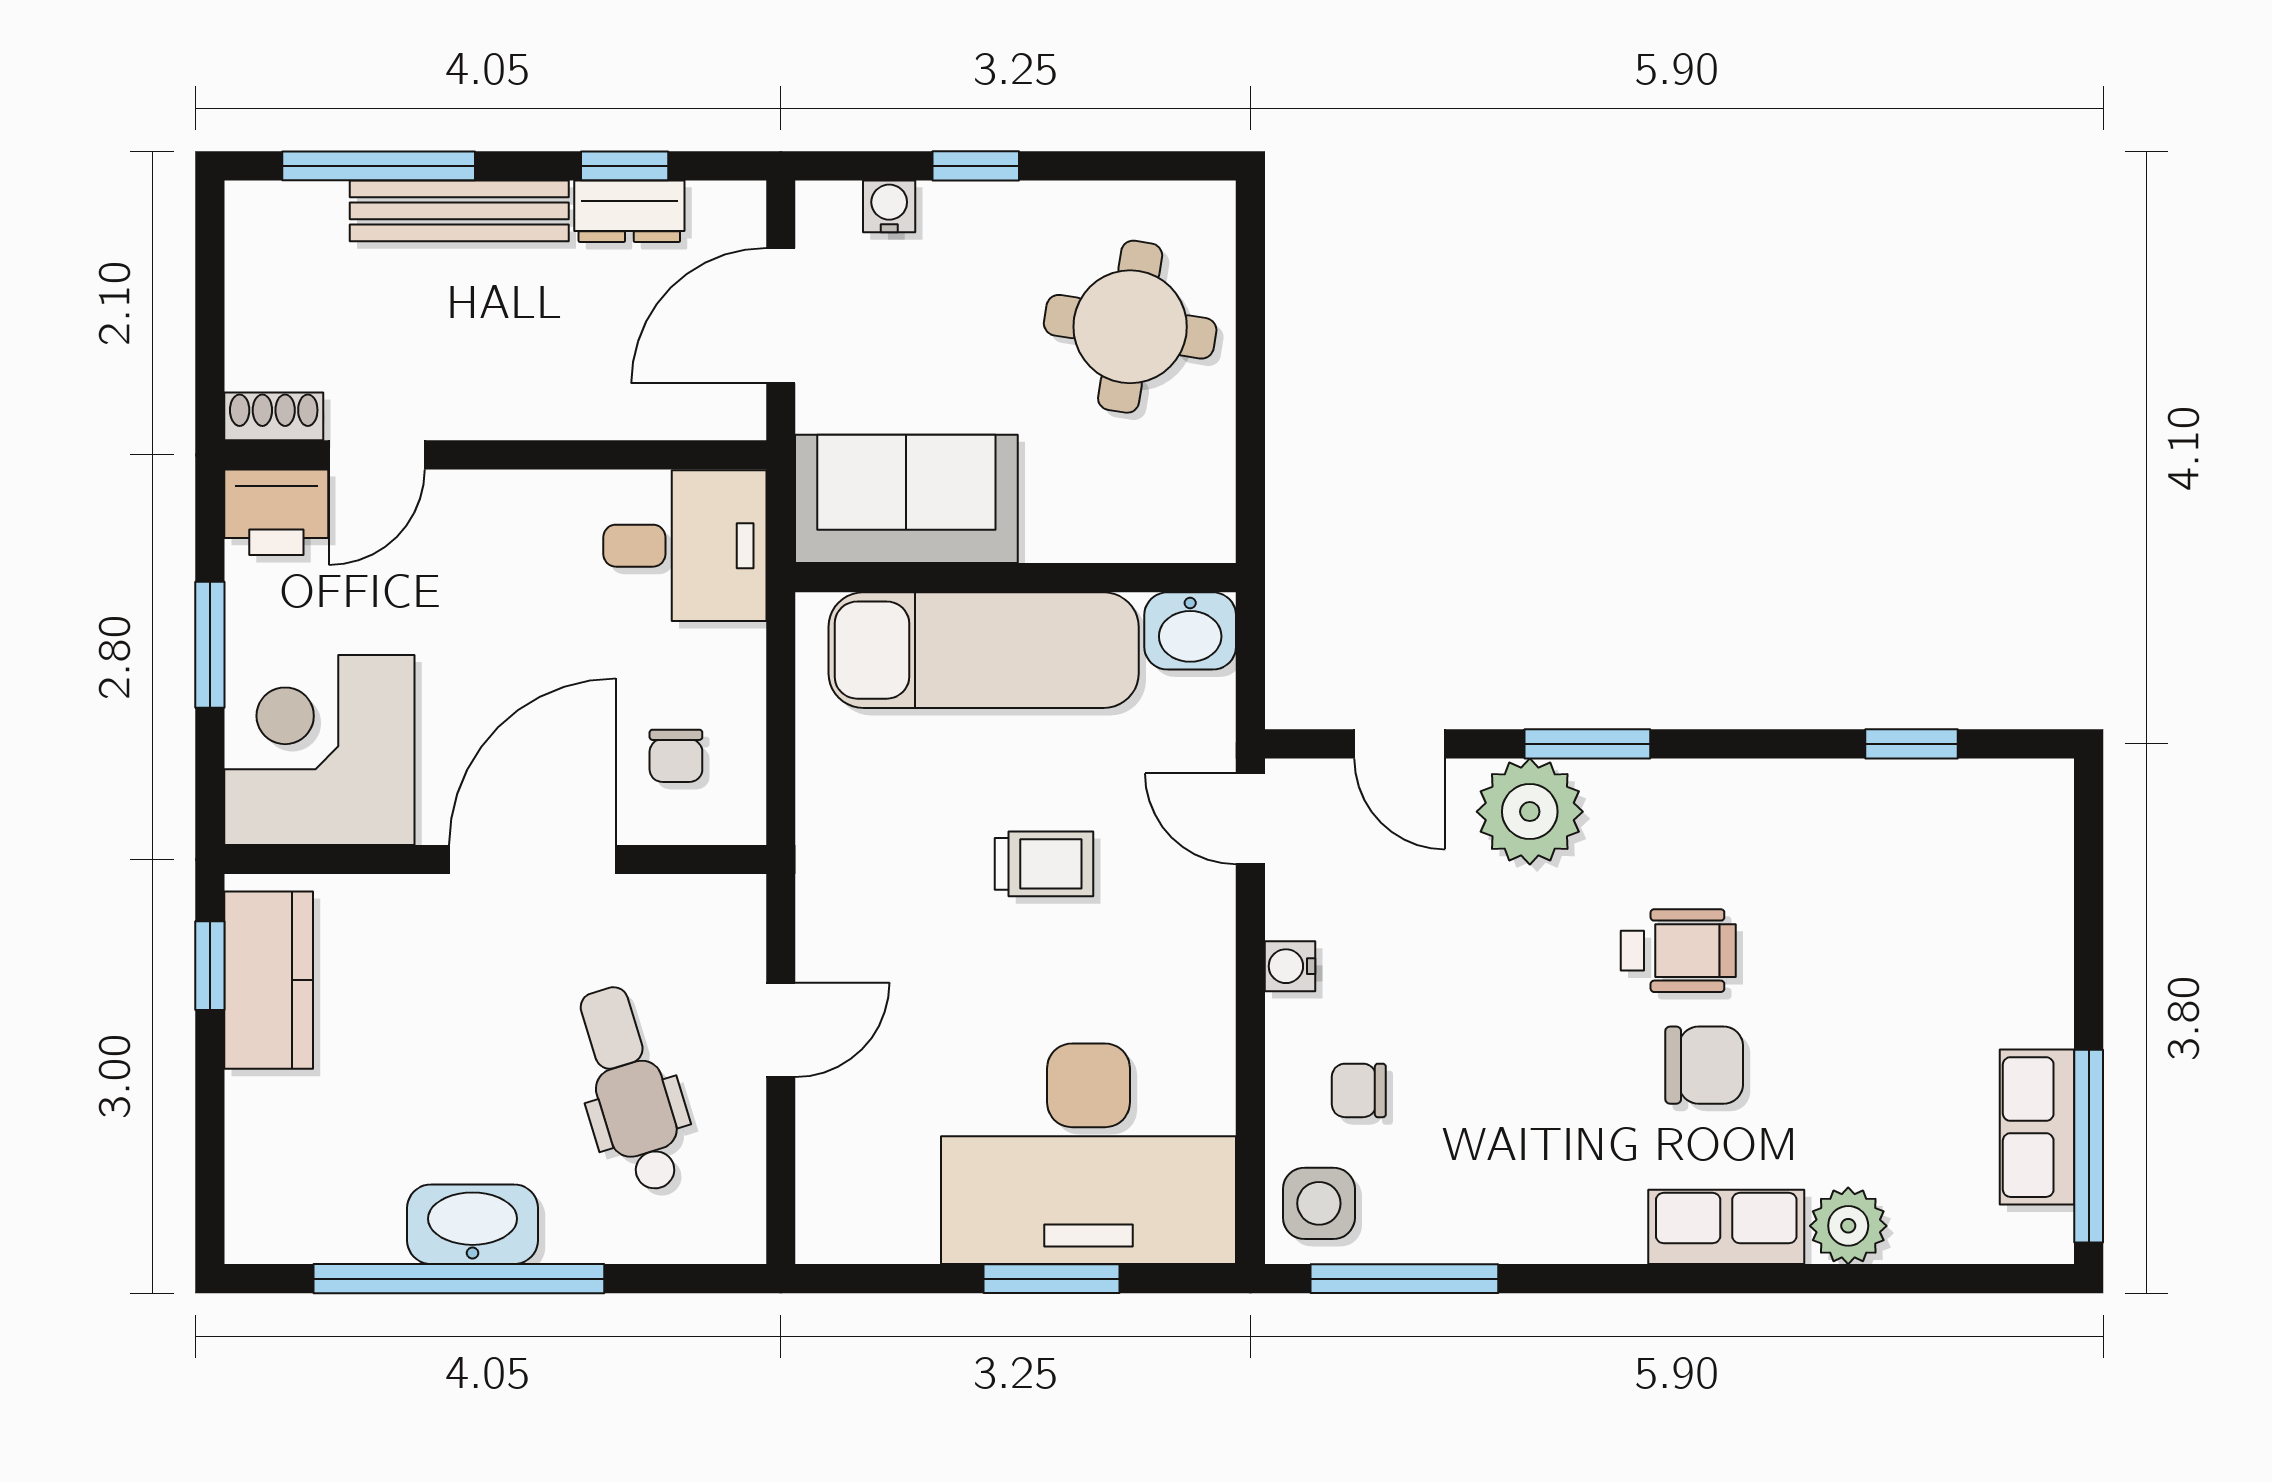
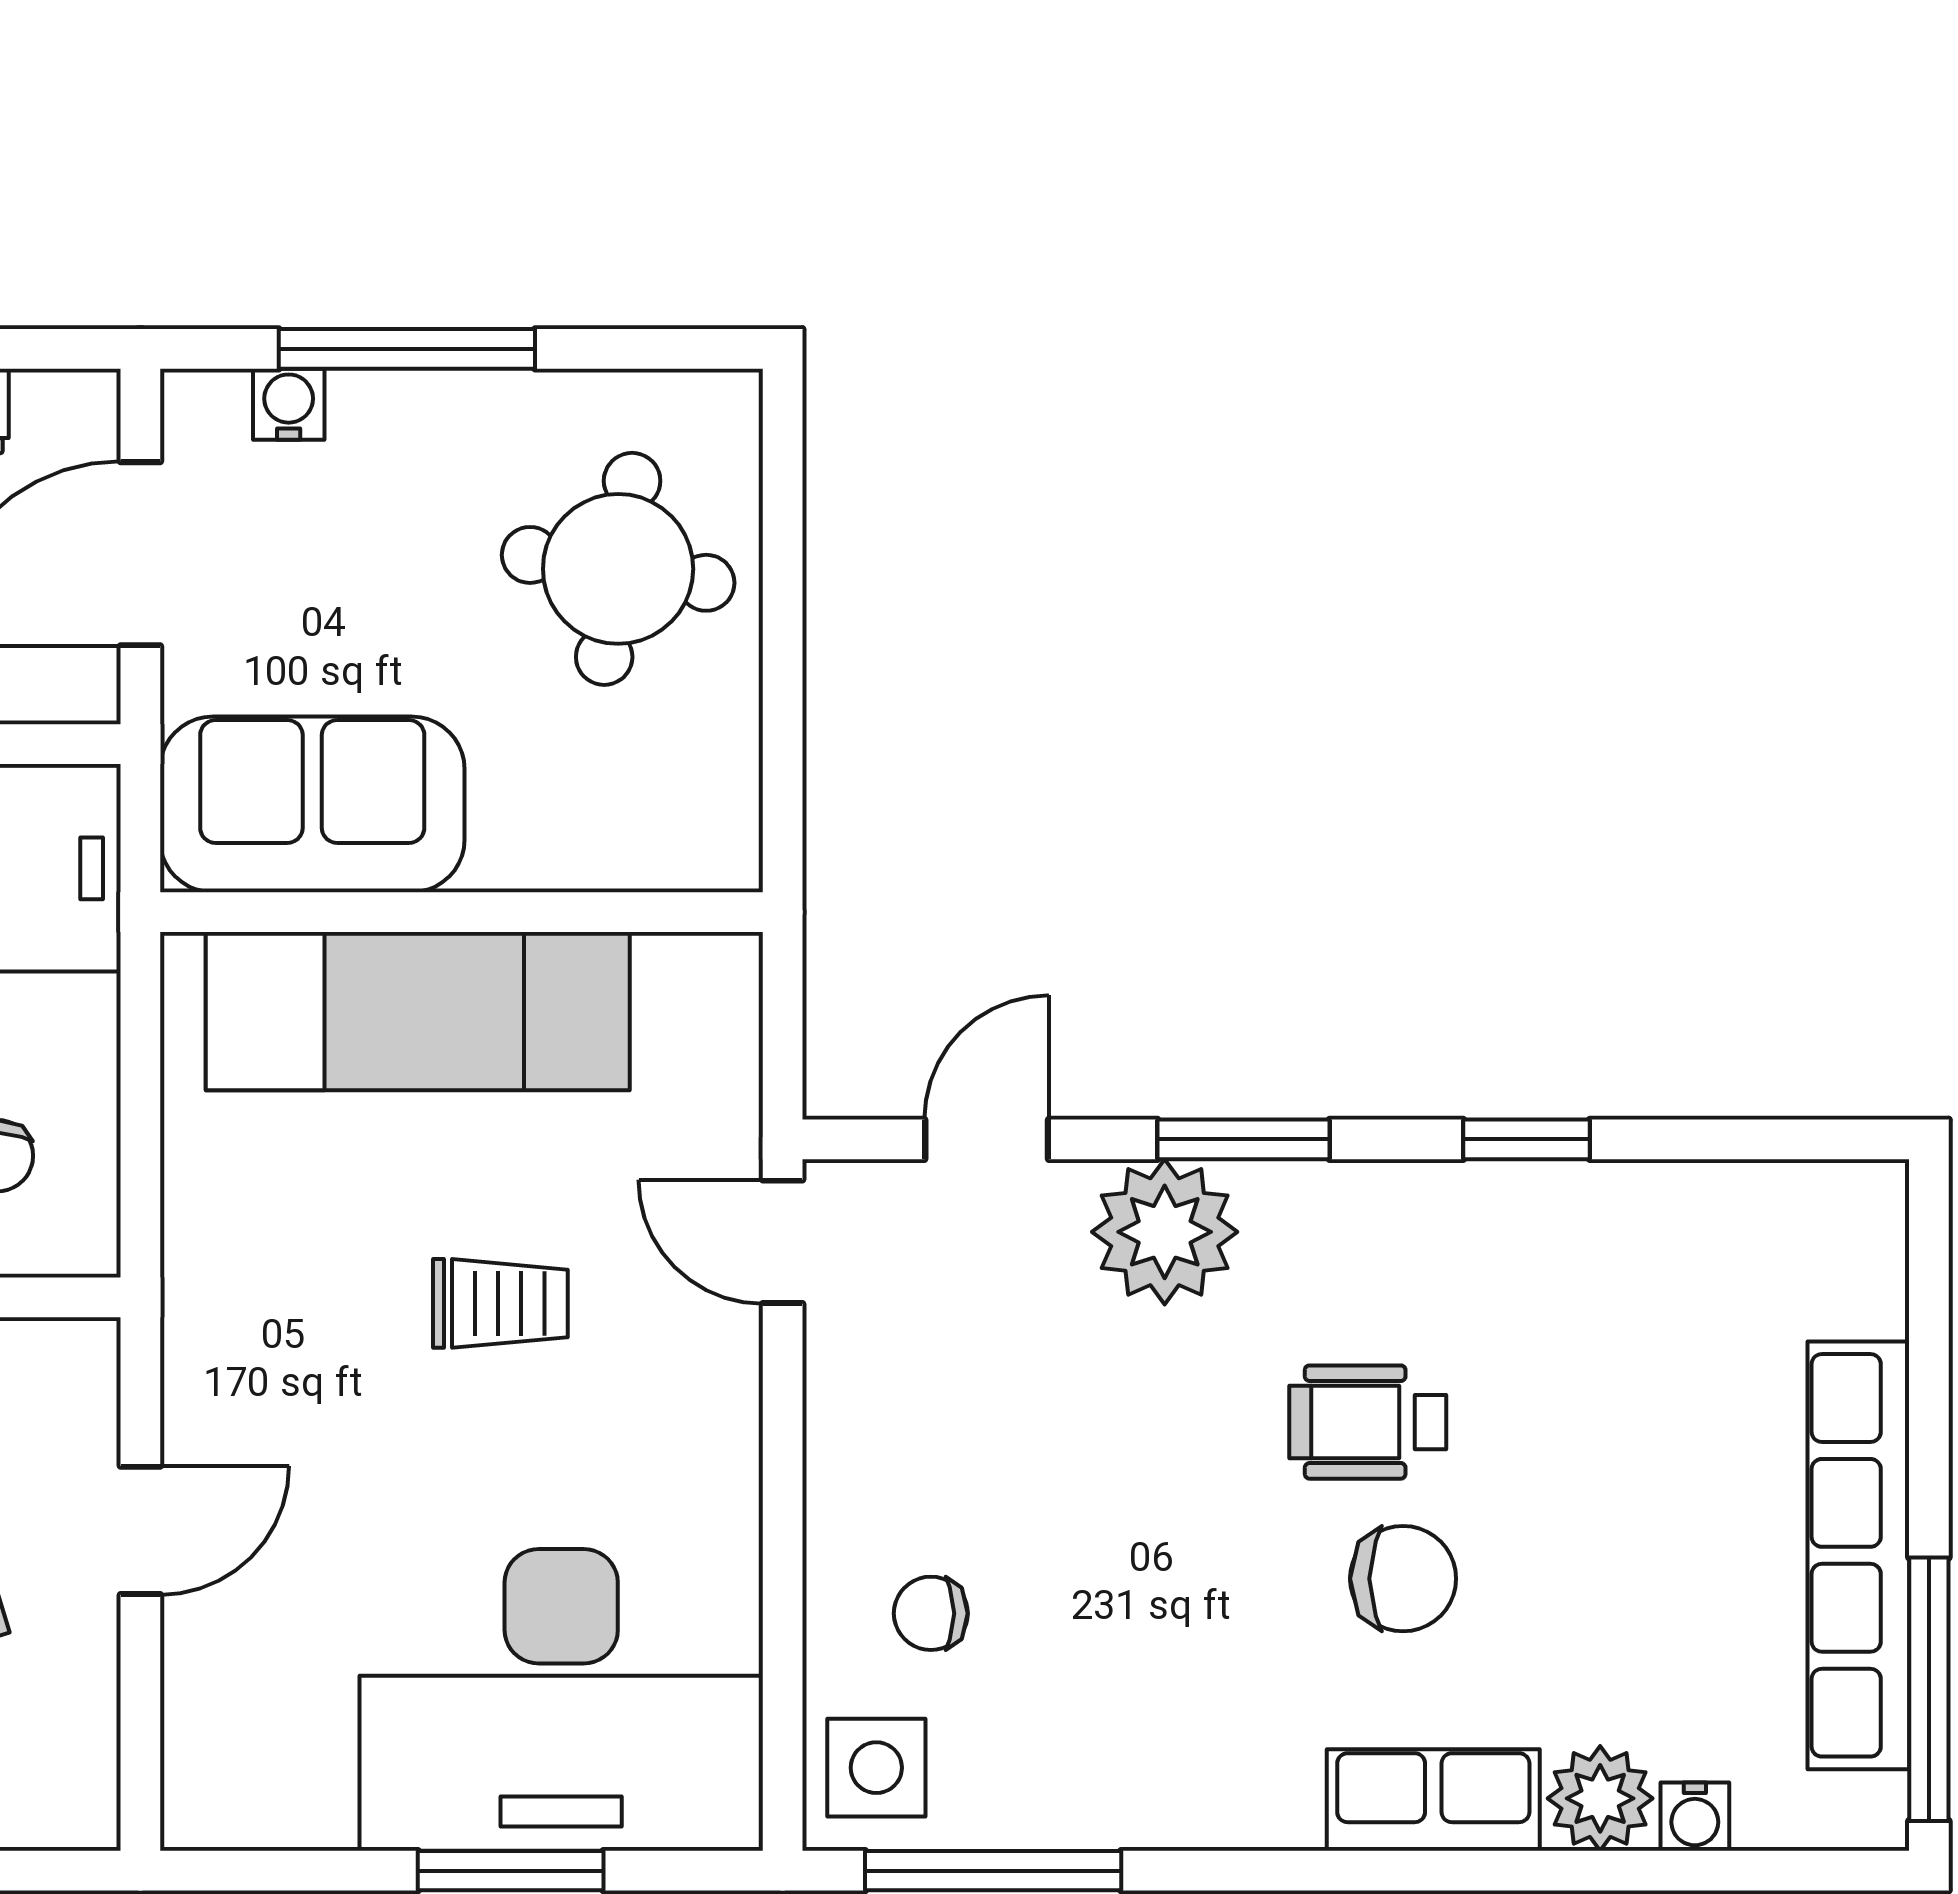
window: (976, 166) -> (407, 349), width x2.17
washbasin: (1190, 631) -> (700, 985), removed
door: (1400, 744) -> (987, 1139), swing flipped
window: (1912, 744) -> (1526, 1139), moved
wheelchair: (1678, 951) -> (1368, 1422), turned 180
water cooler: (1290, 966) -> (1695, 1817), moved, turned -90
row of seats: (2037, 1127) -> (1858, 1555), width x2.02

